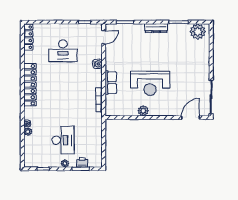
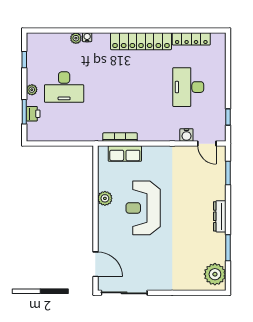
locker: (28, 37) -> (191, 39), moved
water cooler: (98, 64) -> (186, 135), moved
row of seats: (111, 83) -> (125, 154), moved

